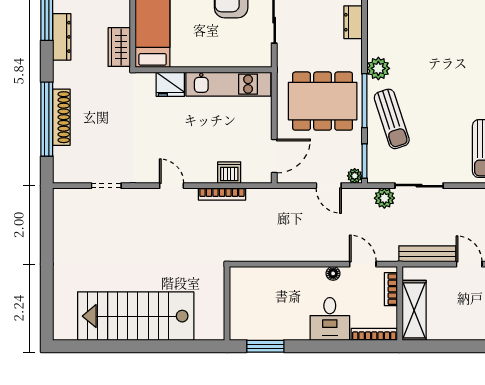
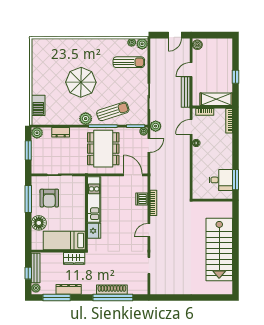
parasol: (446, 60) -> (81, 82), added
plant: (384, 198) -> (156, 126), moved
desk: (330, 319) -> (221, 180), moved
window: (456, 346) -> (235, 77), added

